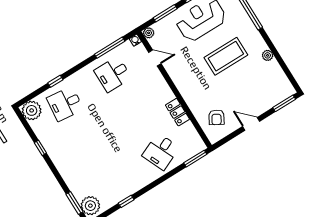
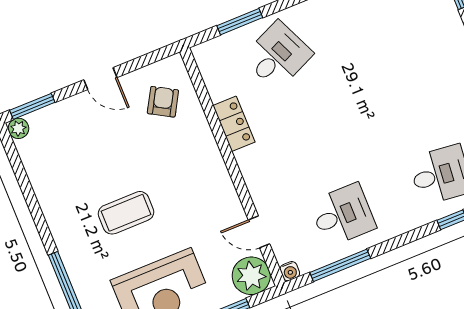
plant: (149, 33) -> (251, 276), width x1.88, depth x1.88
plant: (268, 55) -> (18, 128), moved
coffee table: (226, 56) -> (126, 213), width x0.73, depth x0.76
window: (195, 159) -> (240, 22), moved

